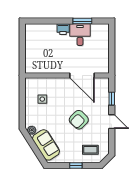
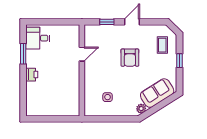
desk: (80, 35) -> (38, 38), moved
door: (82, 75) -> (82, 54), width x0.53
armchair: (79, 120) -> (130, 58), turned 46

